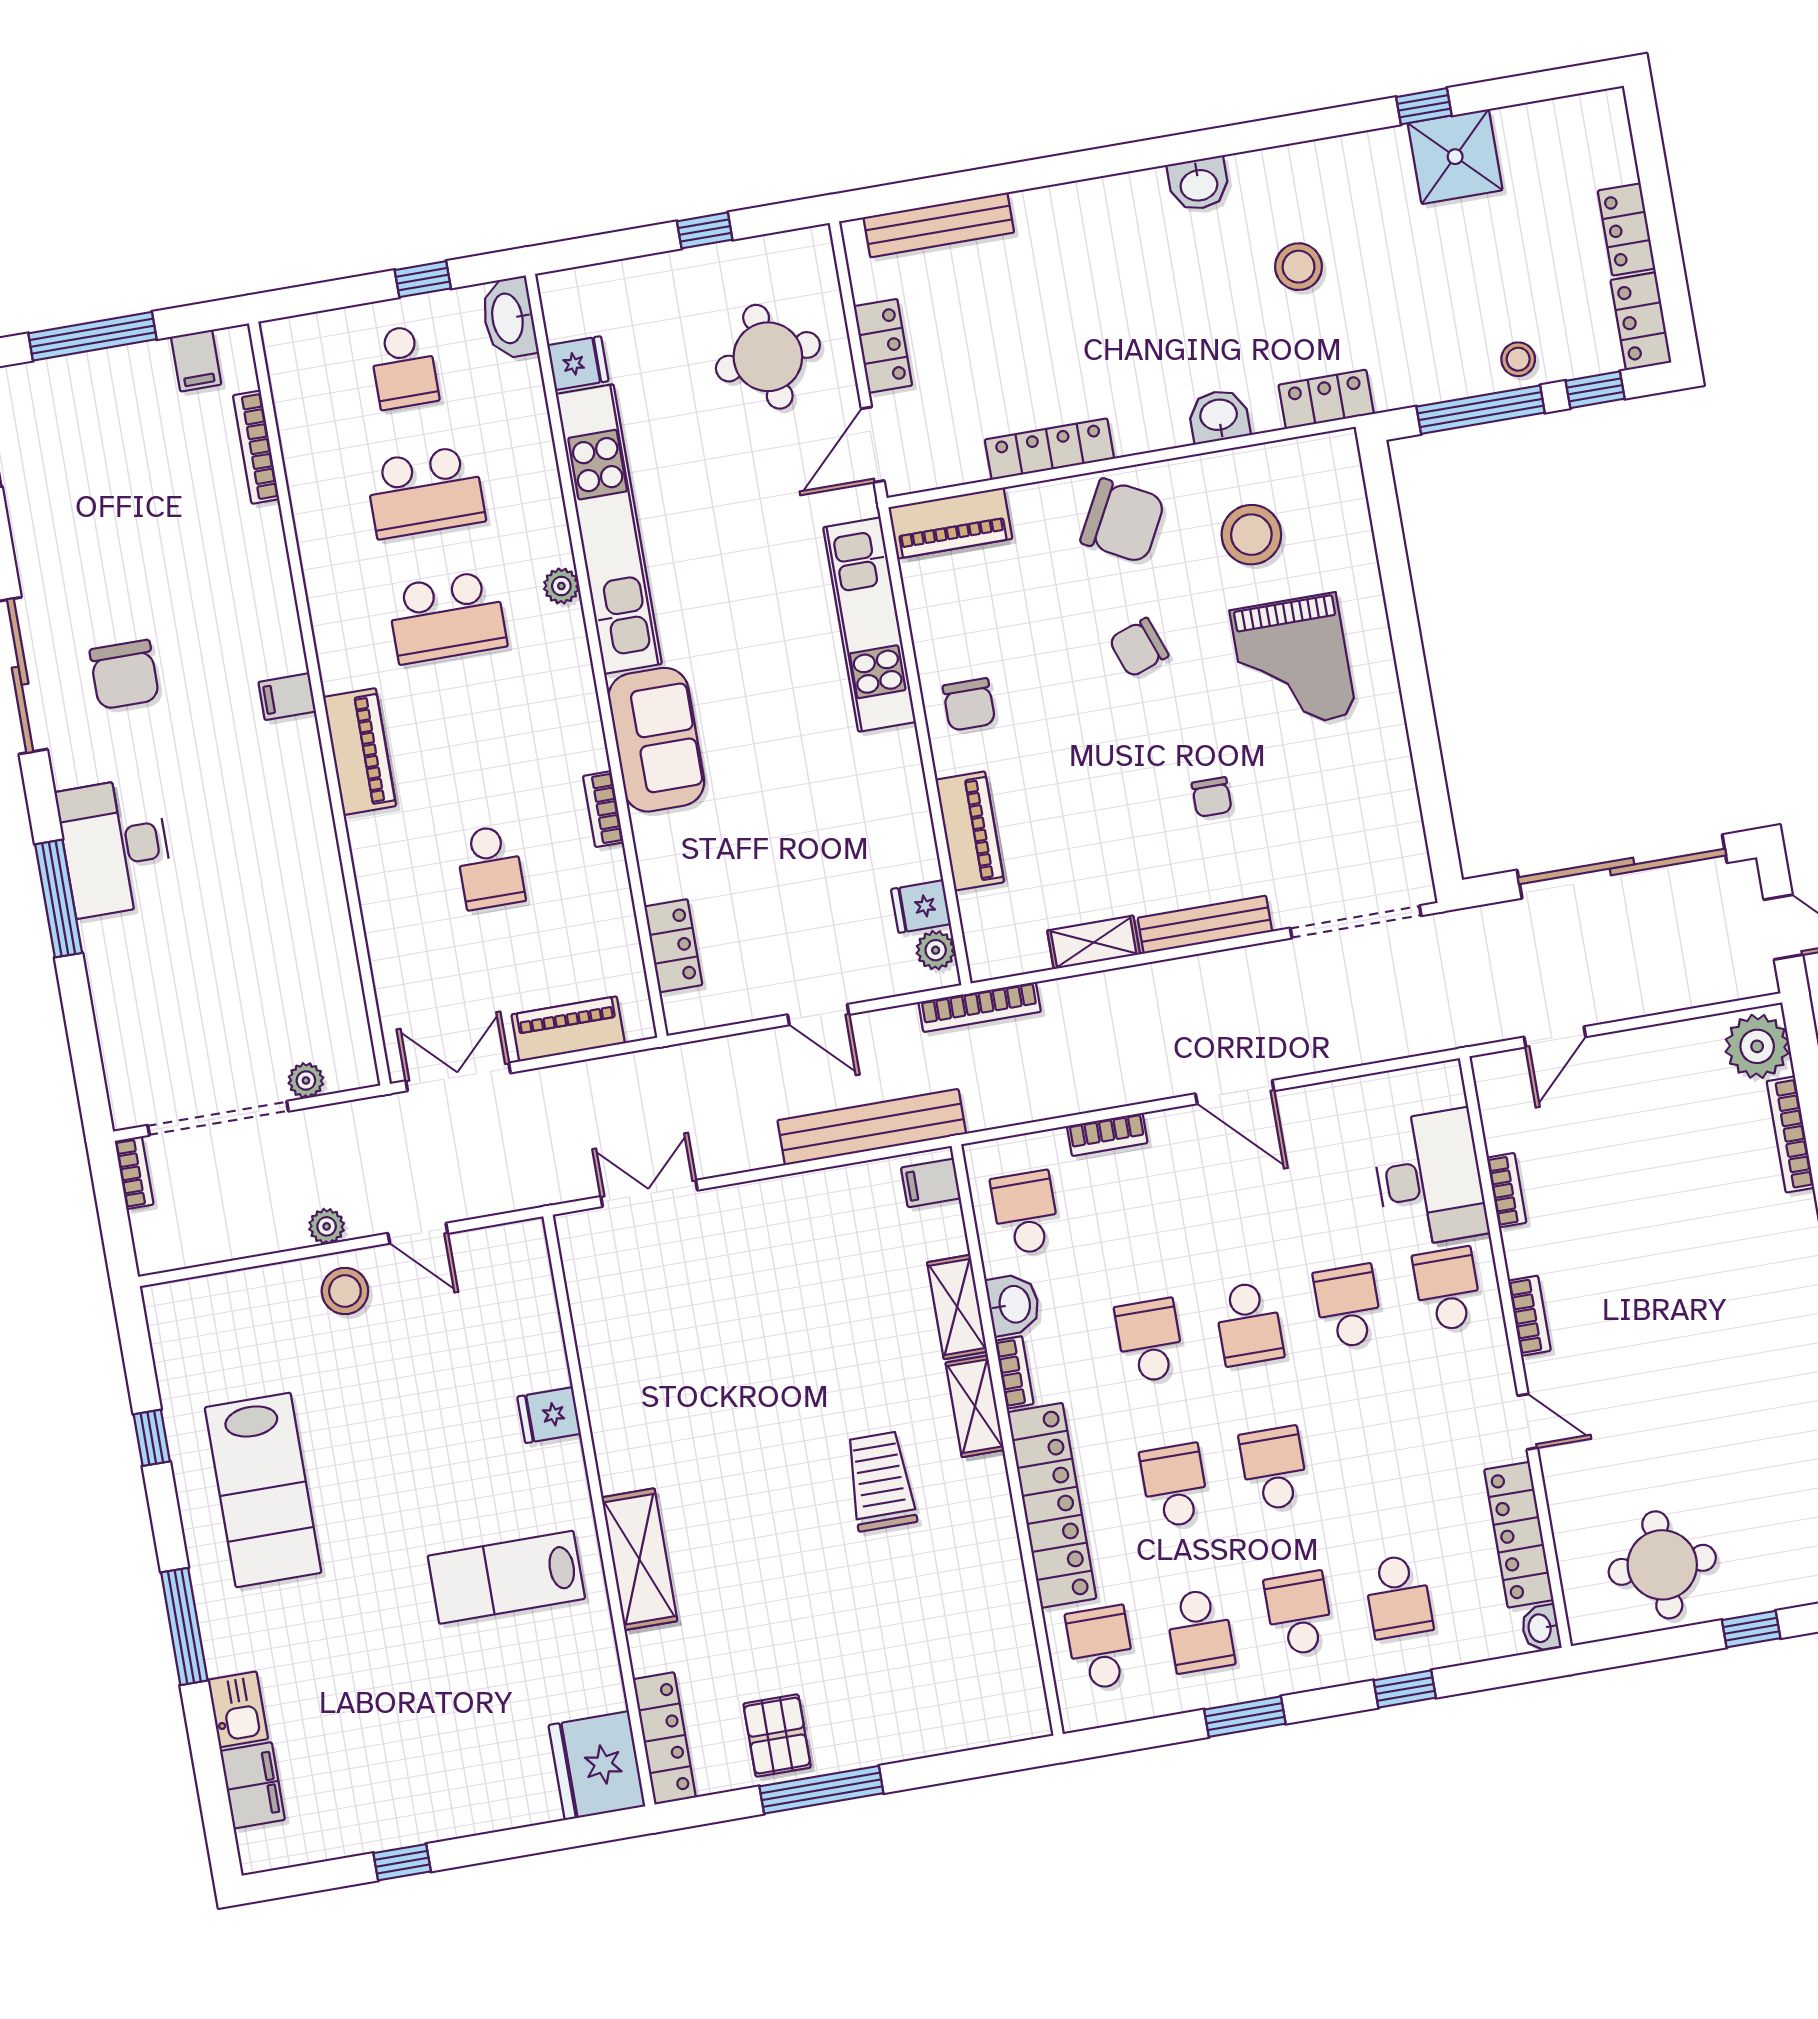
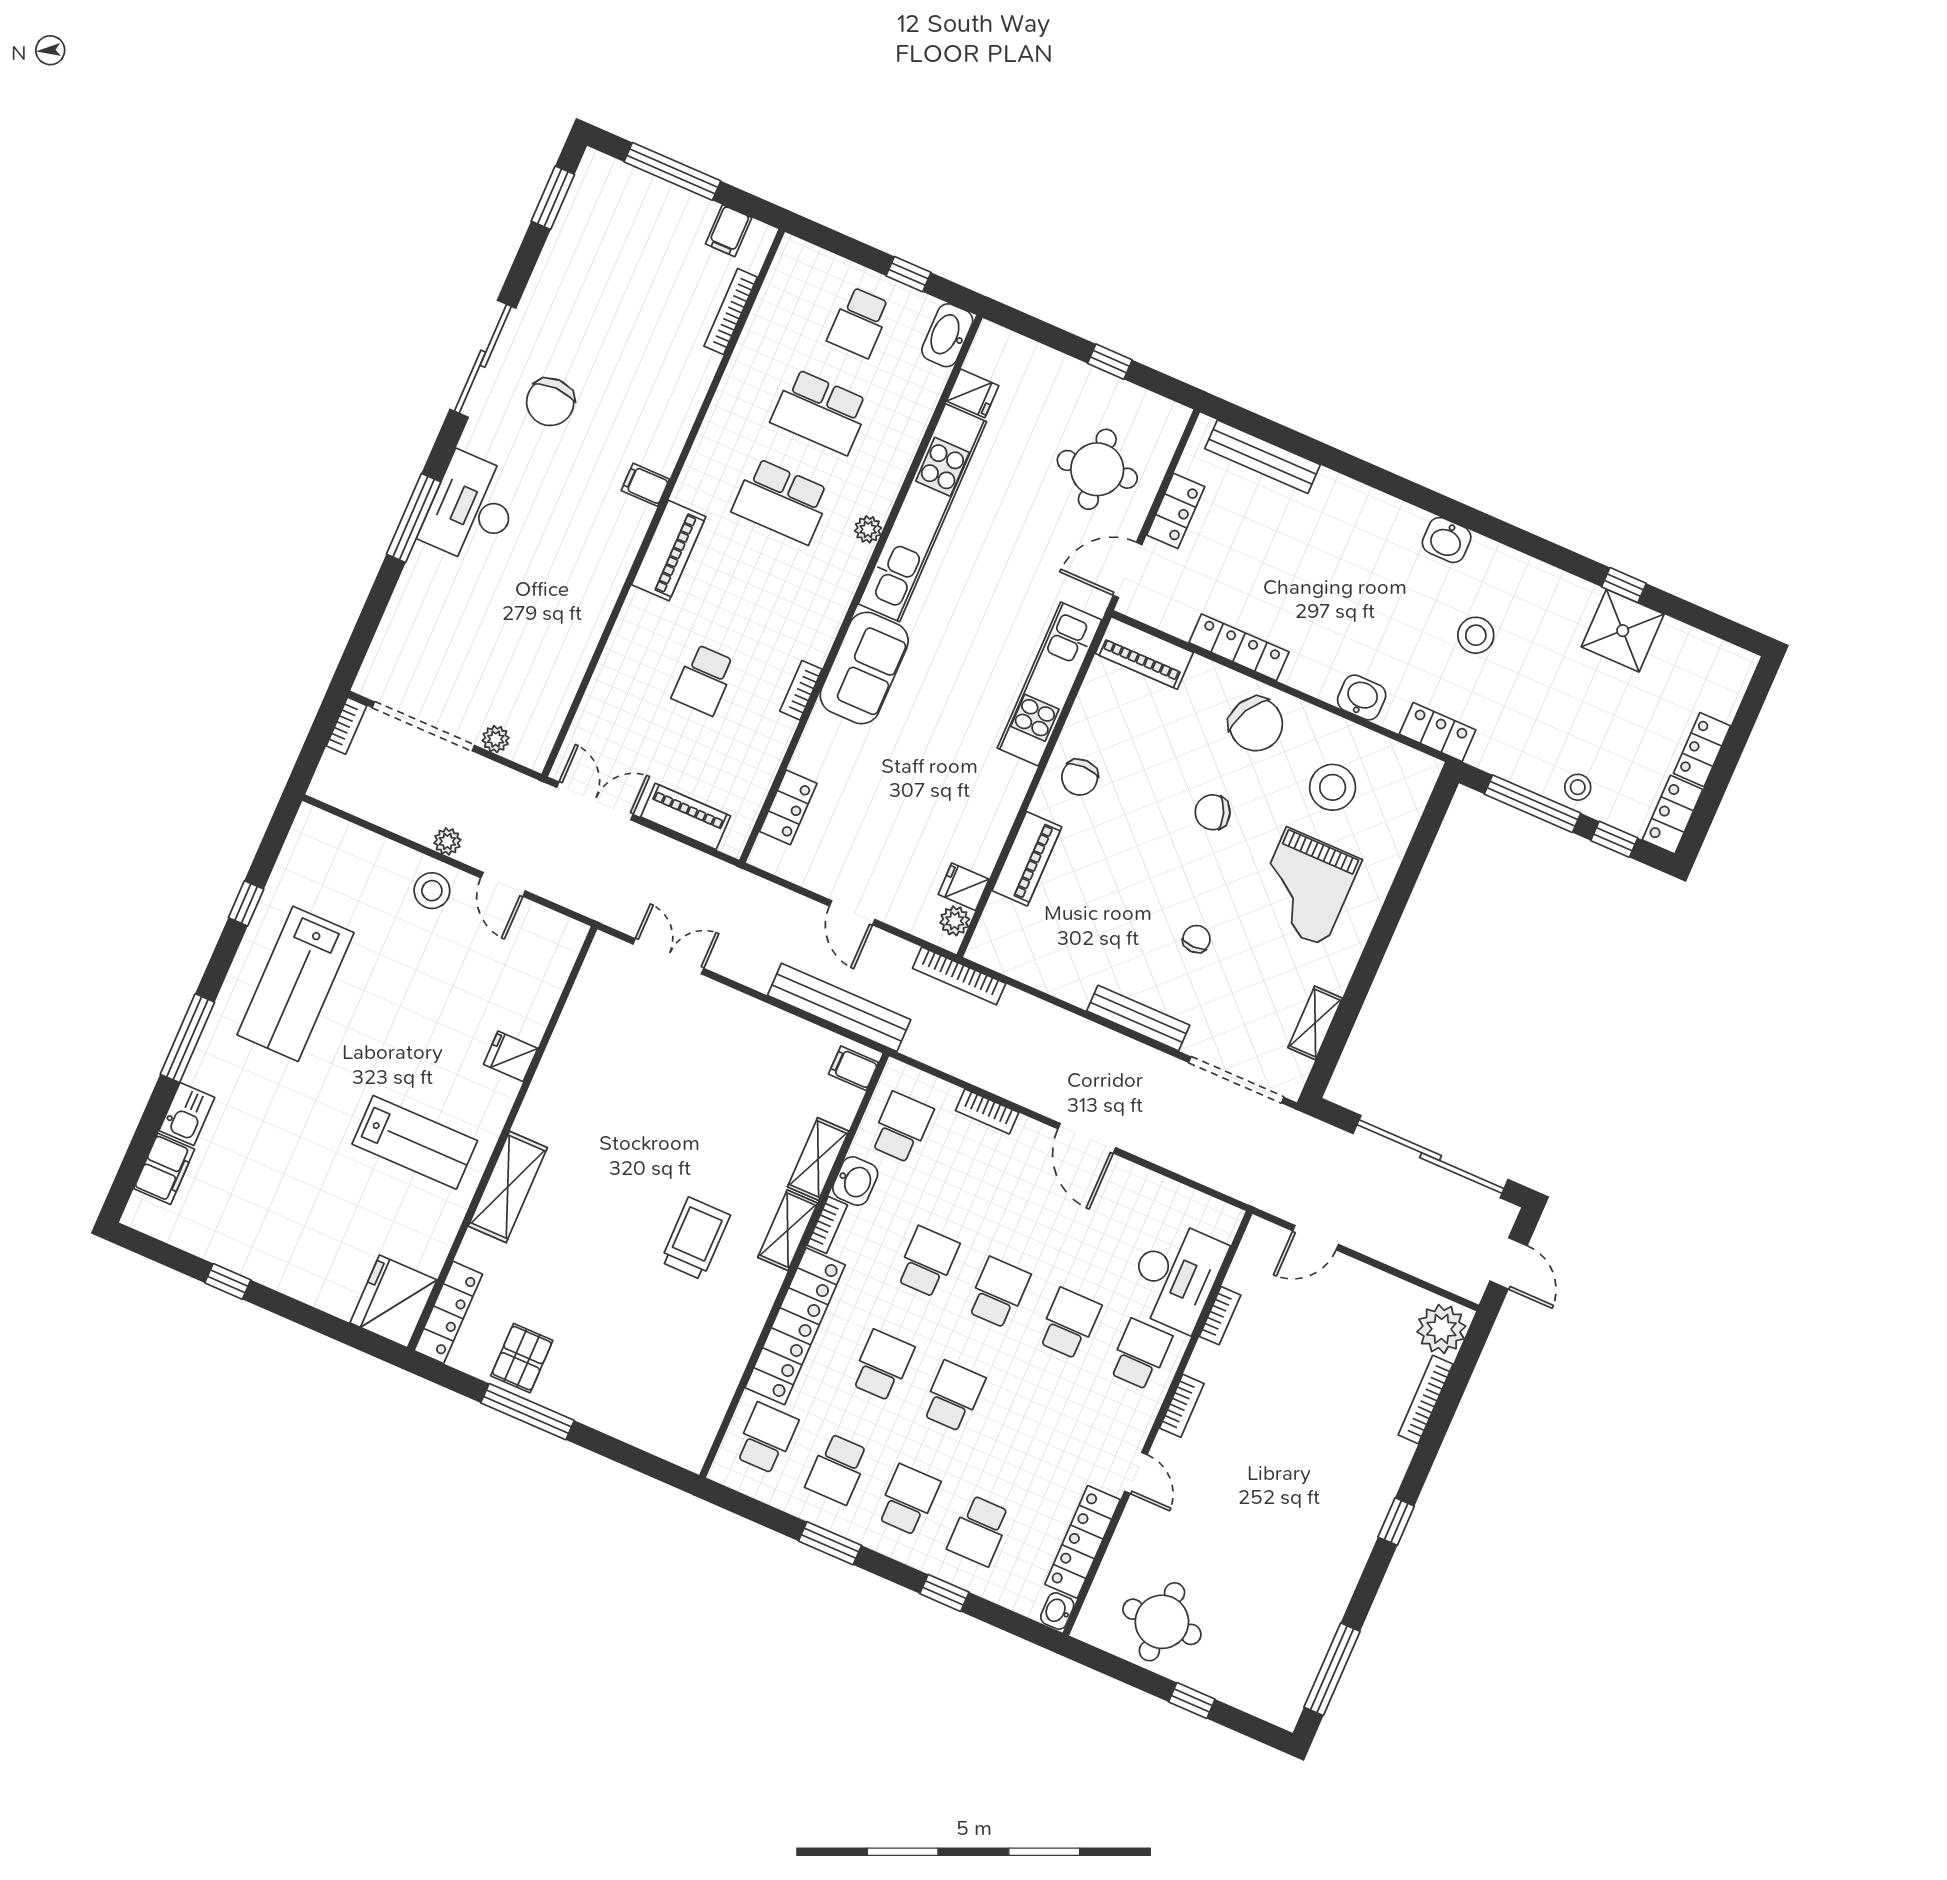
chair: (1212, 797) -> (1196, 939), turned 180
shelving: (1094, 942) -> (1315, 1023), moved, turned 90
school desk: (1249, 1324) -> (998, 1293), turned 180
lab bench: (506, 1577) -> (415, 1142), turned 180

